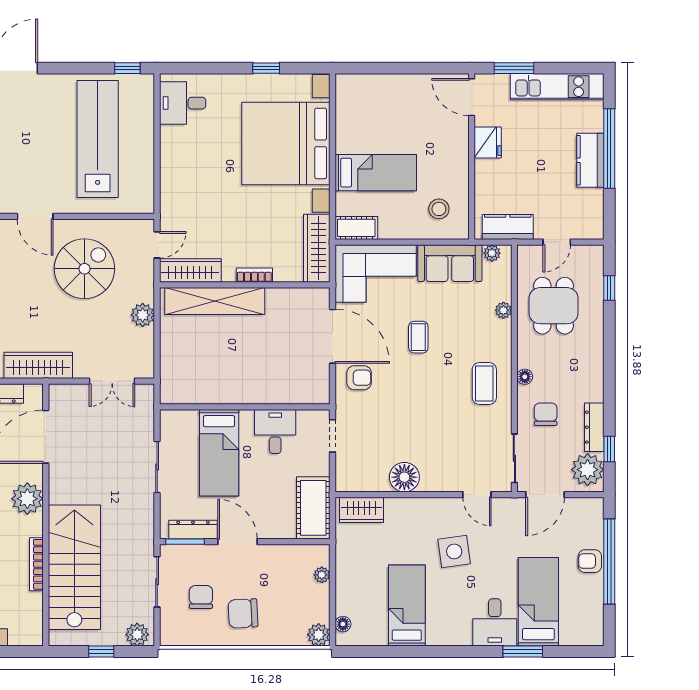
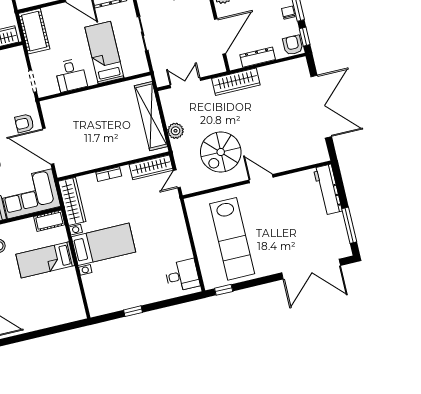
bed with nightstands: (286, 143) -> (103, 244), width x0.54
shelving: (215, 301) -> (151, 116), moved, turned 90

